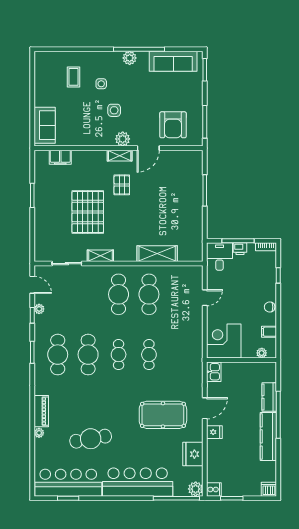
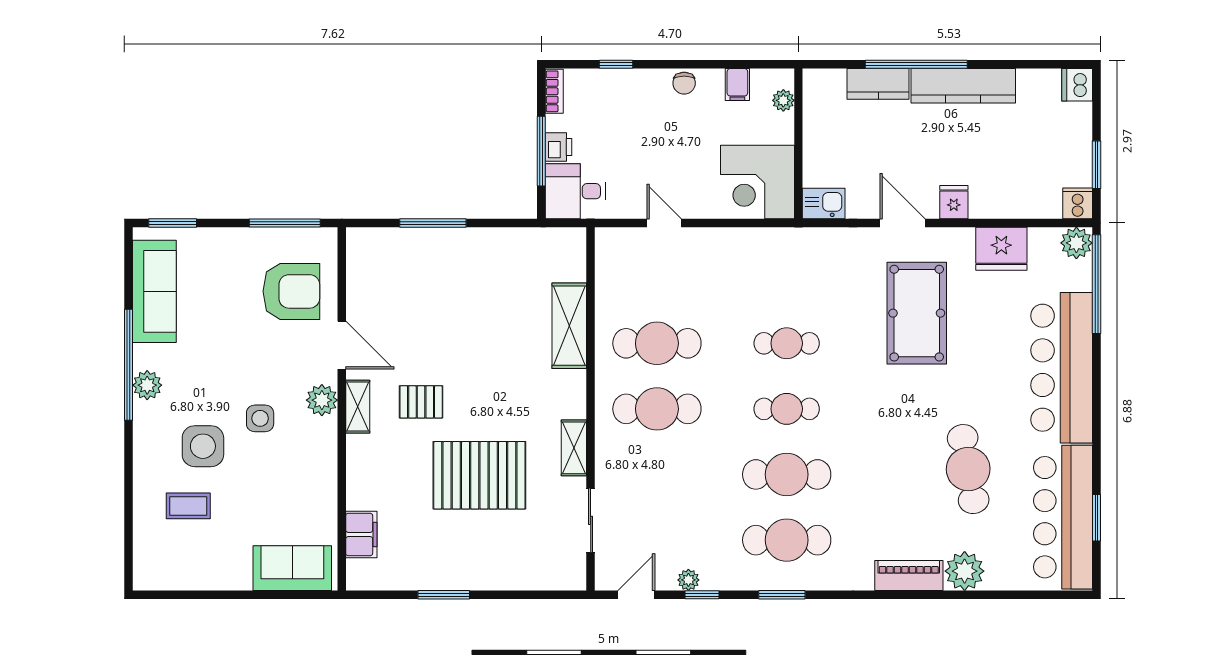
side table: (101, 84) -> (203, 446), width x1.87, depth x1.87
plant: (39, 433) -> (965, 571), width x1.87, depth x1.87

